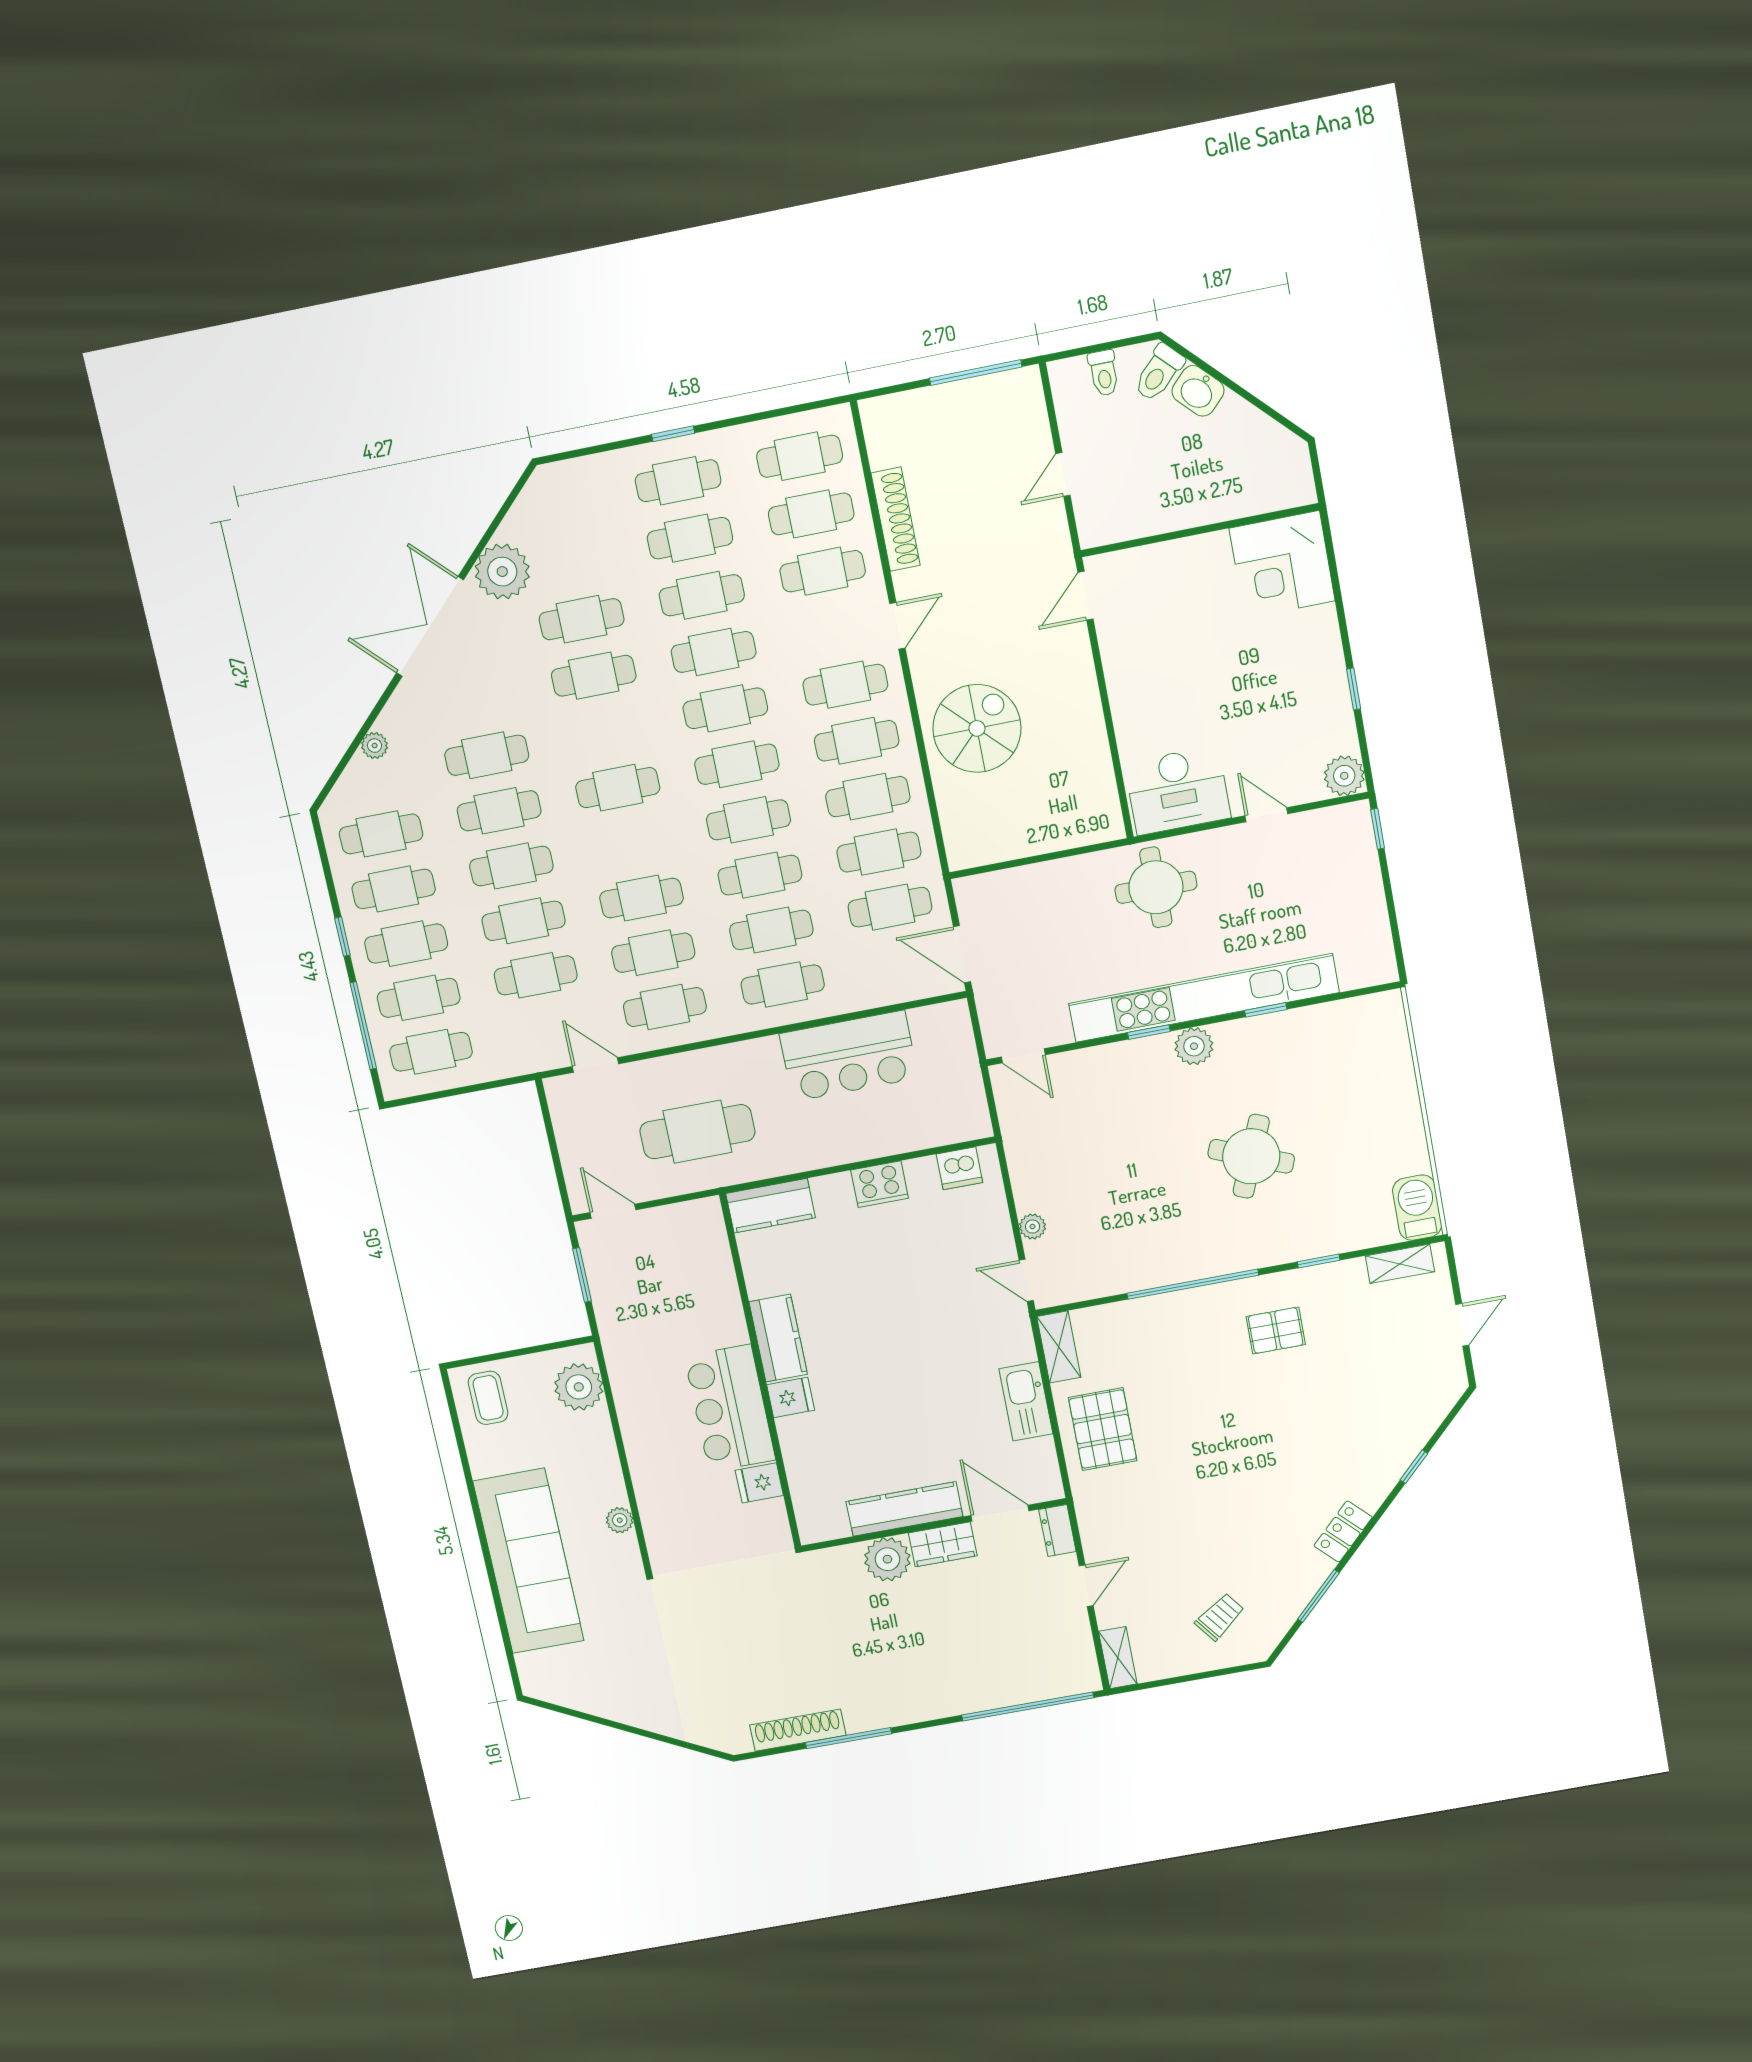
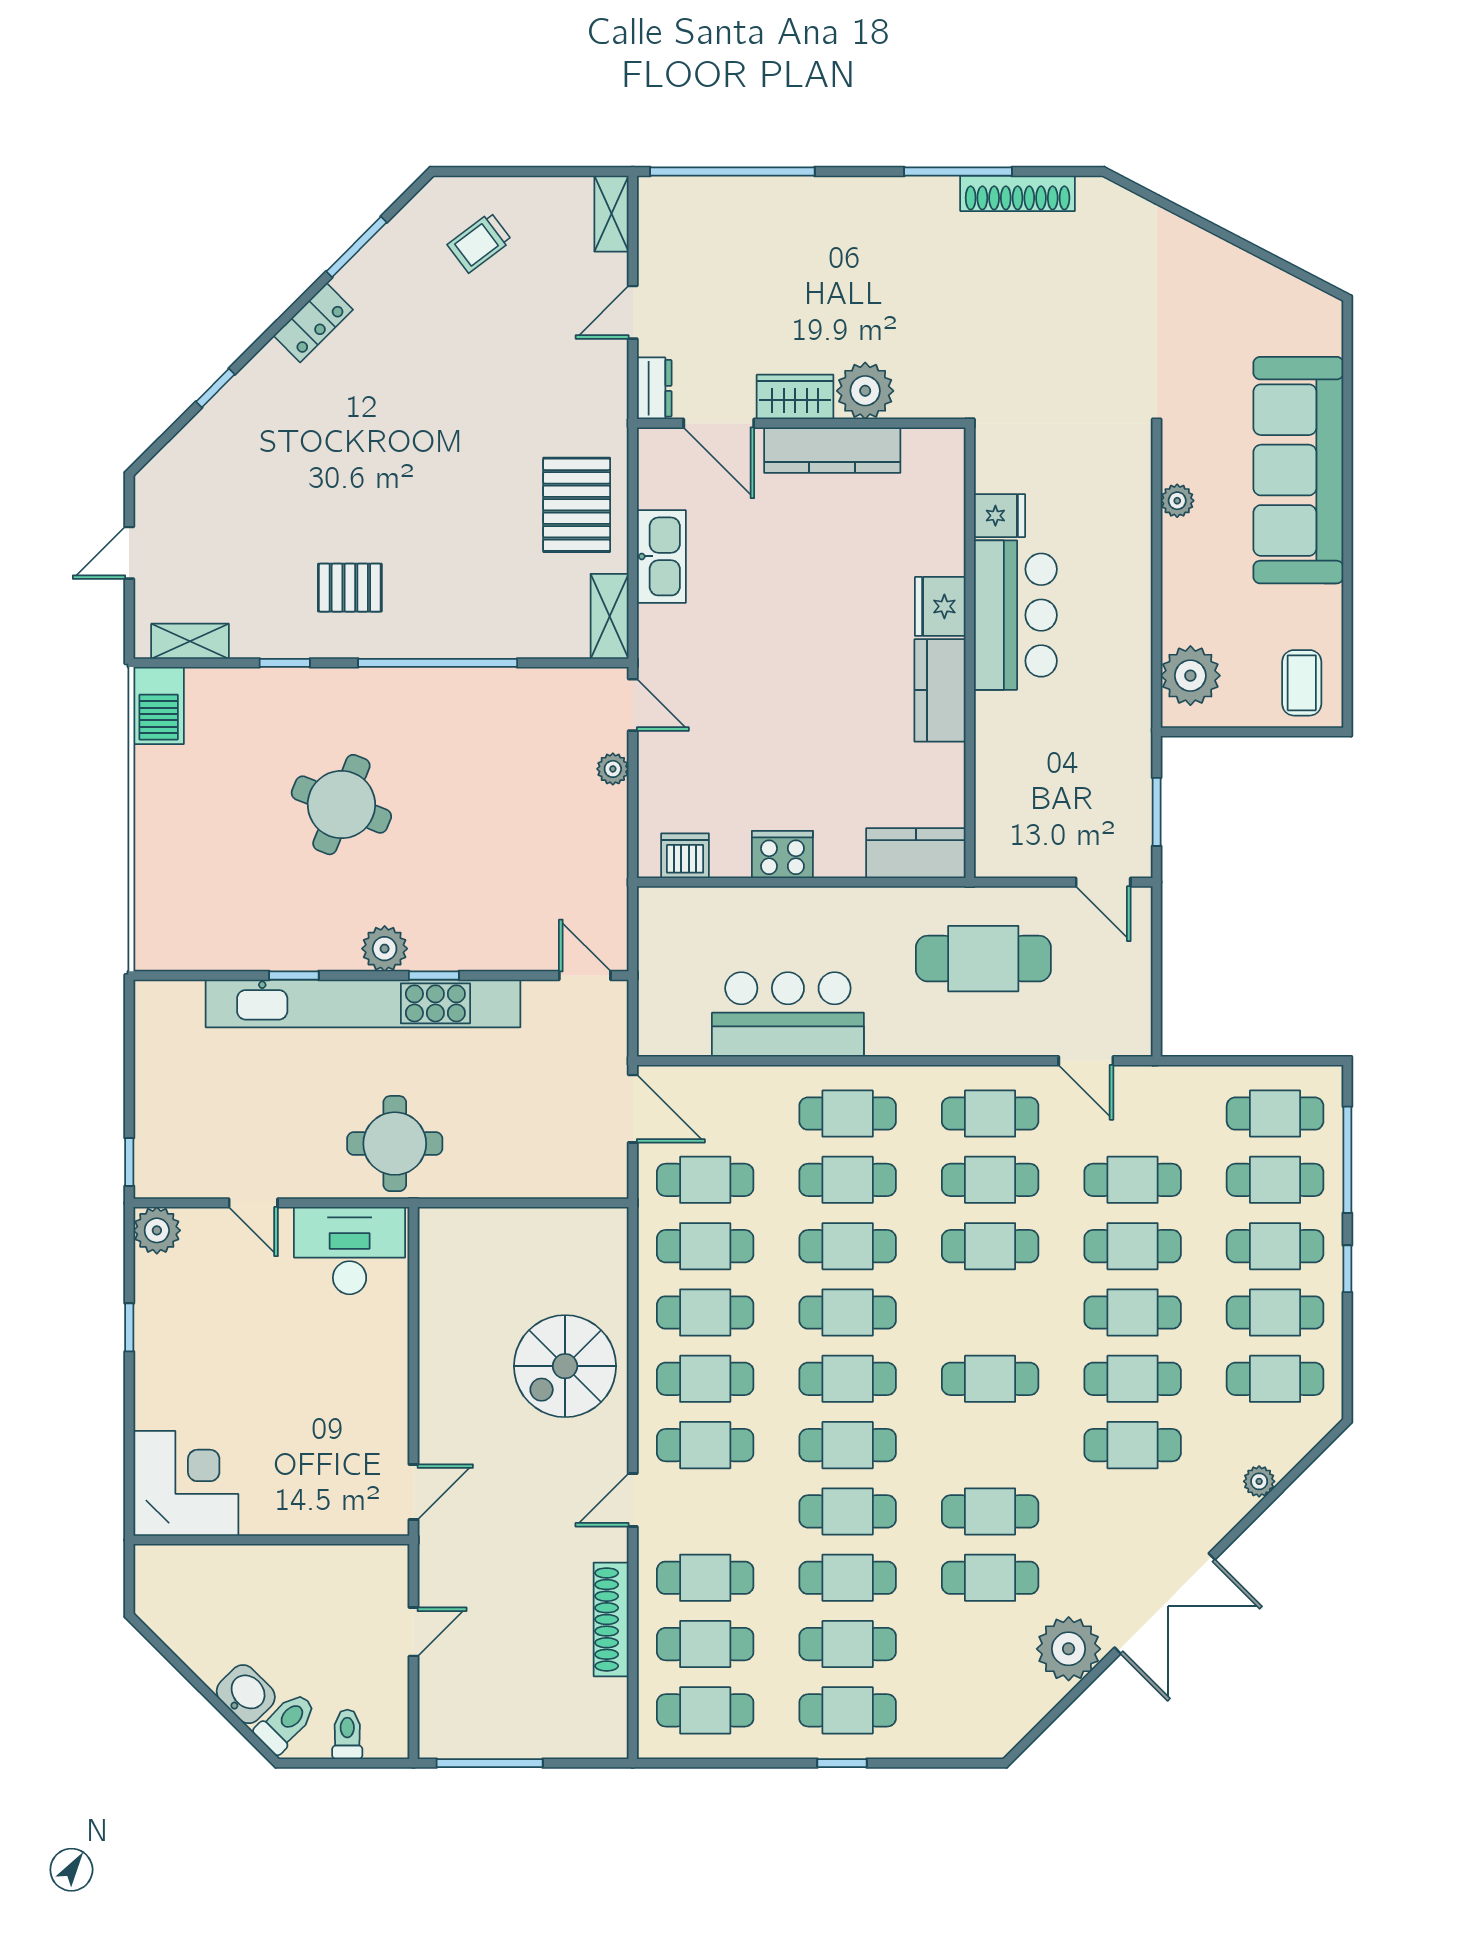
fridge: (791, 1397) -> (940, 606), width x1.38

